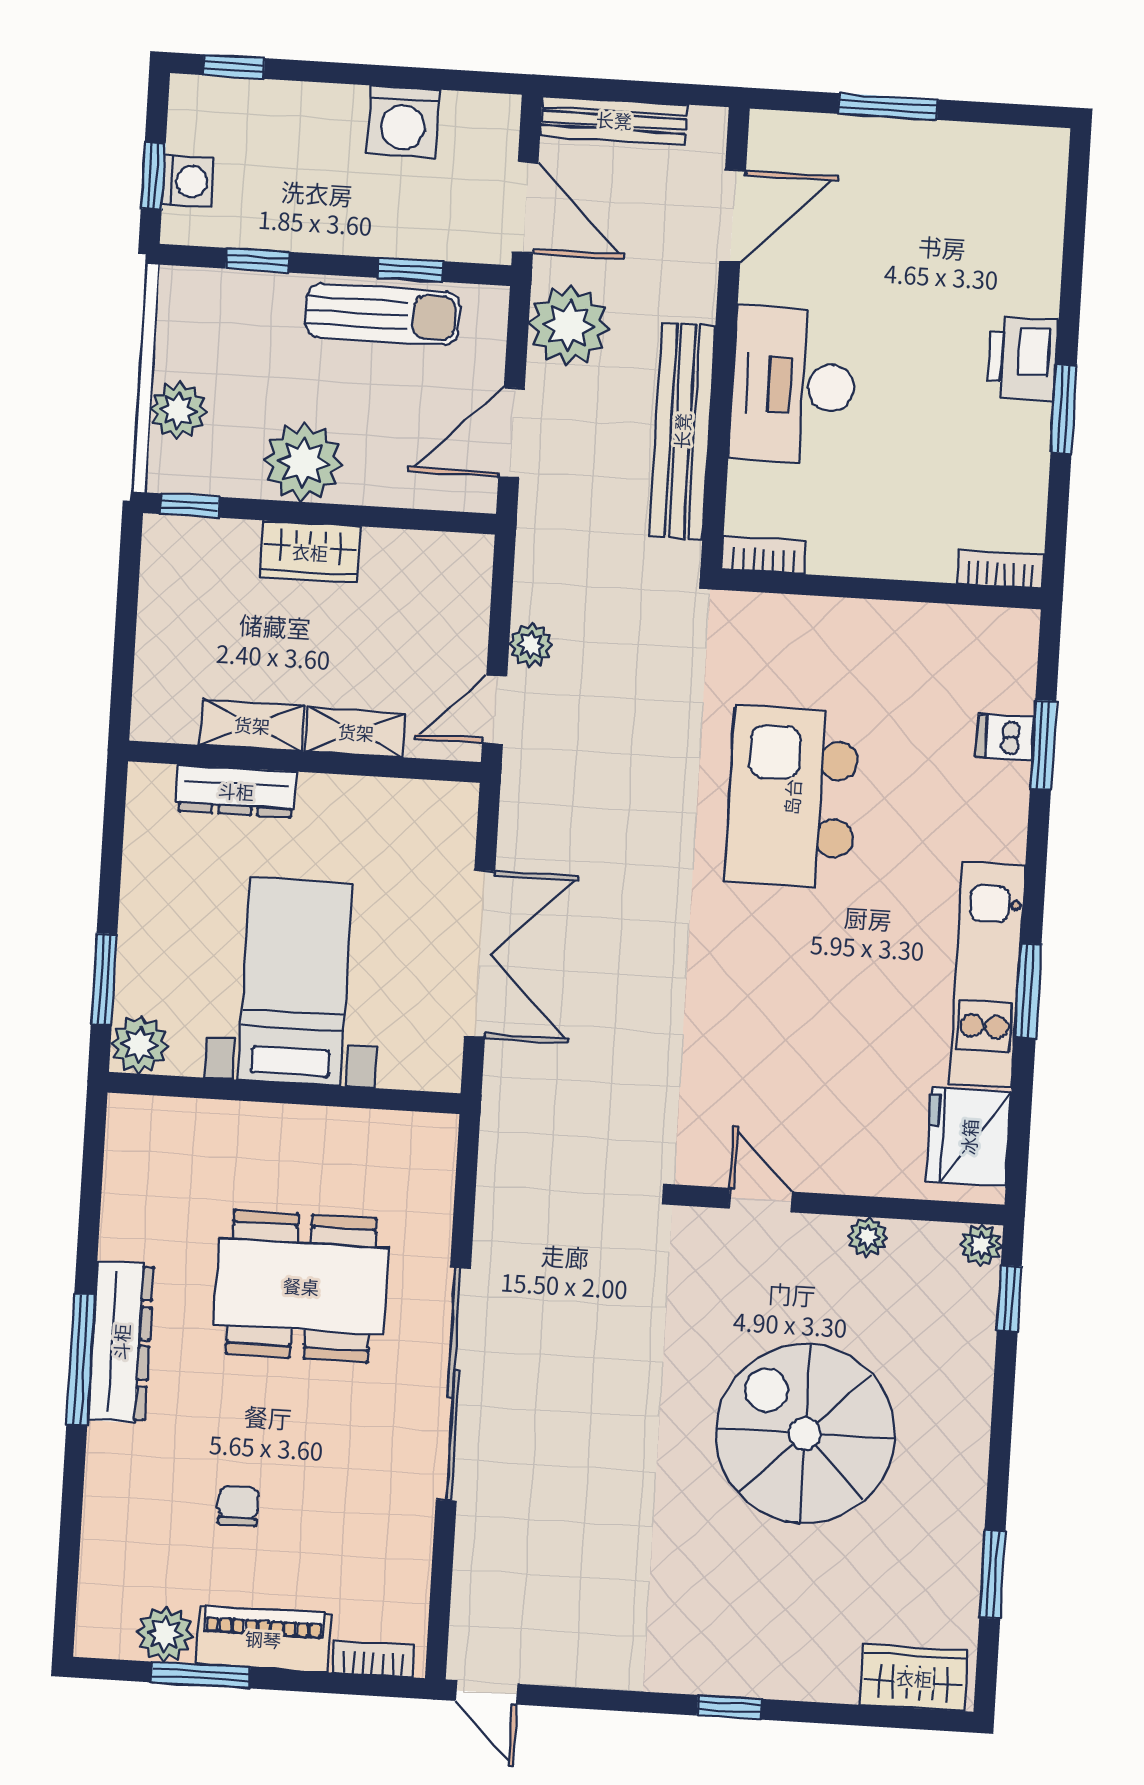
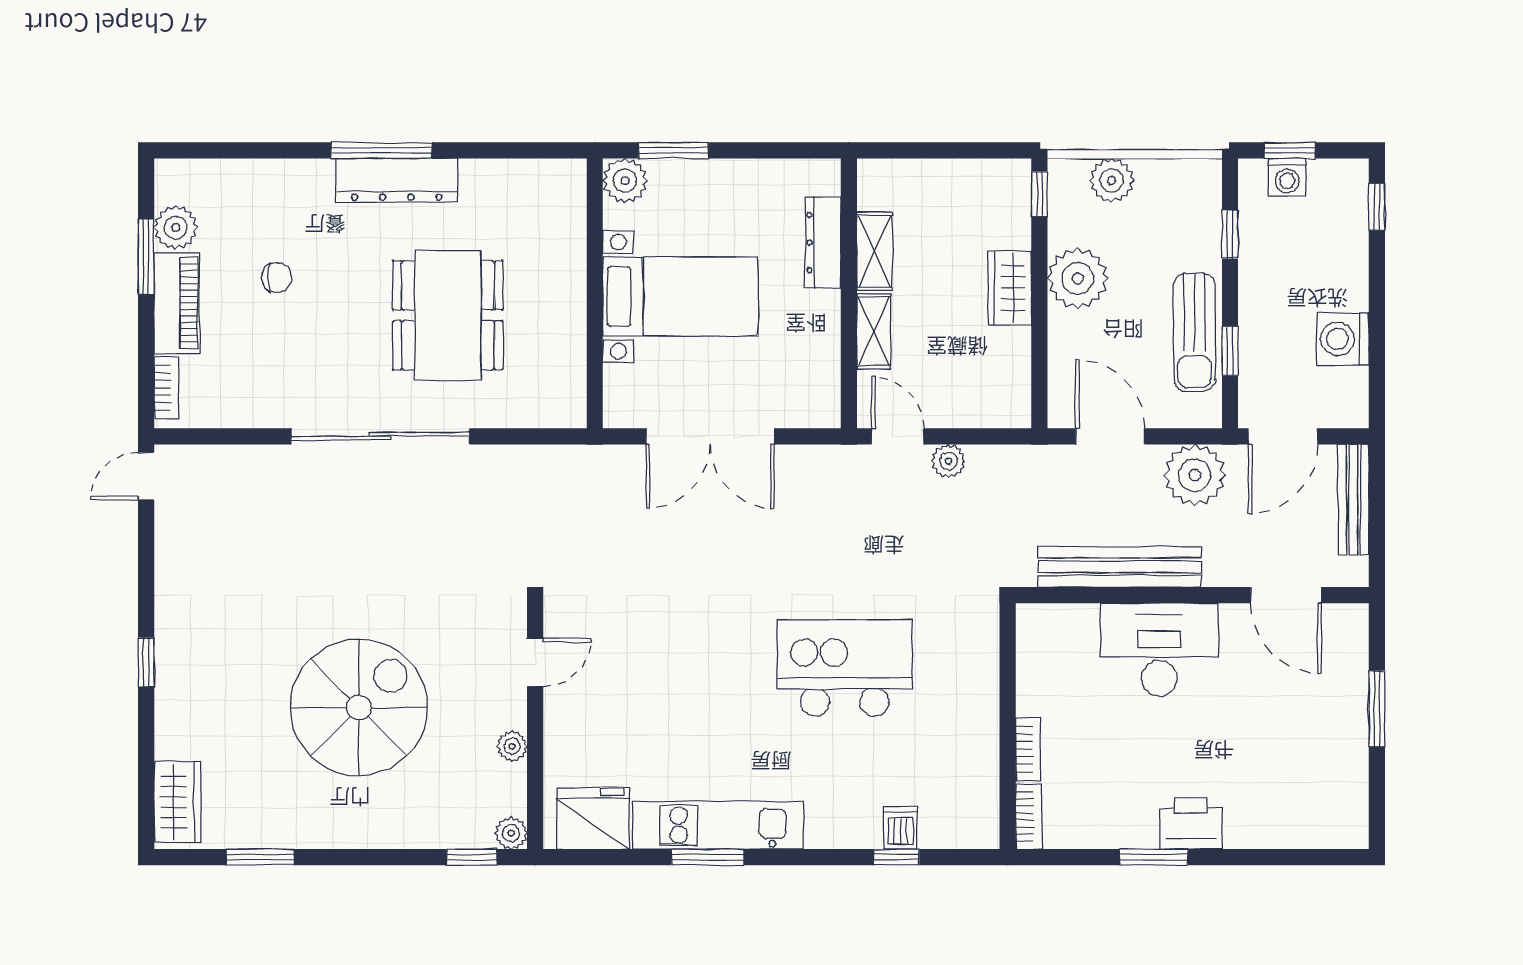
bookcase: (764, 555) -> (1028, 749), moved
window: (1043, 745) -> (896, 857), width x0.67

